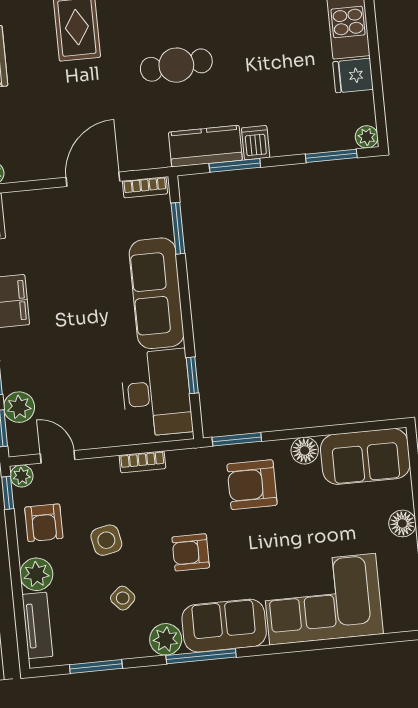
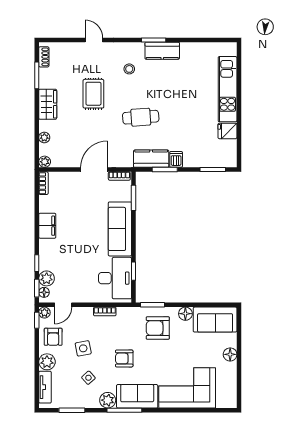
plant: (367, 137) -> (231, 162), removed
floor lamp: (17, 436) -> (44, 292), added
door: (58, 457) -> (63, 305), swing flipped

